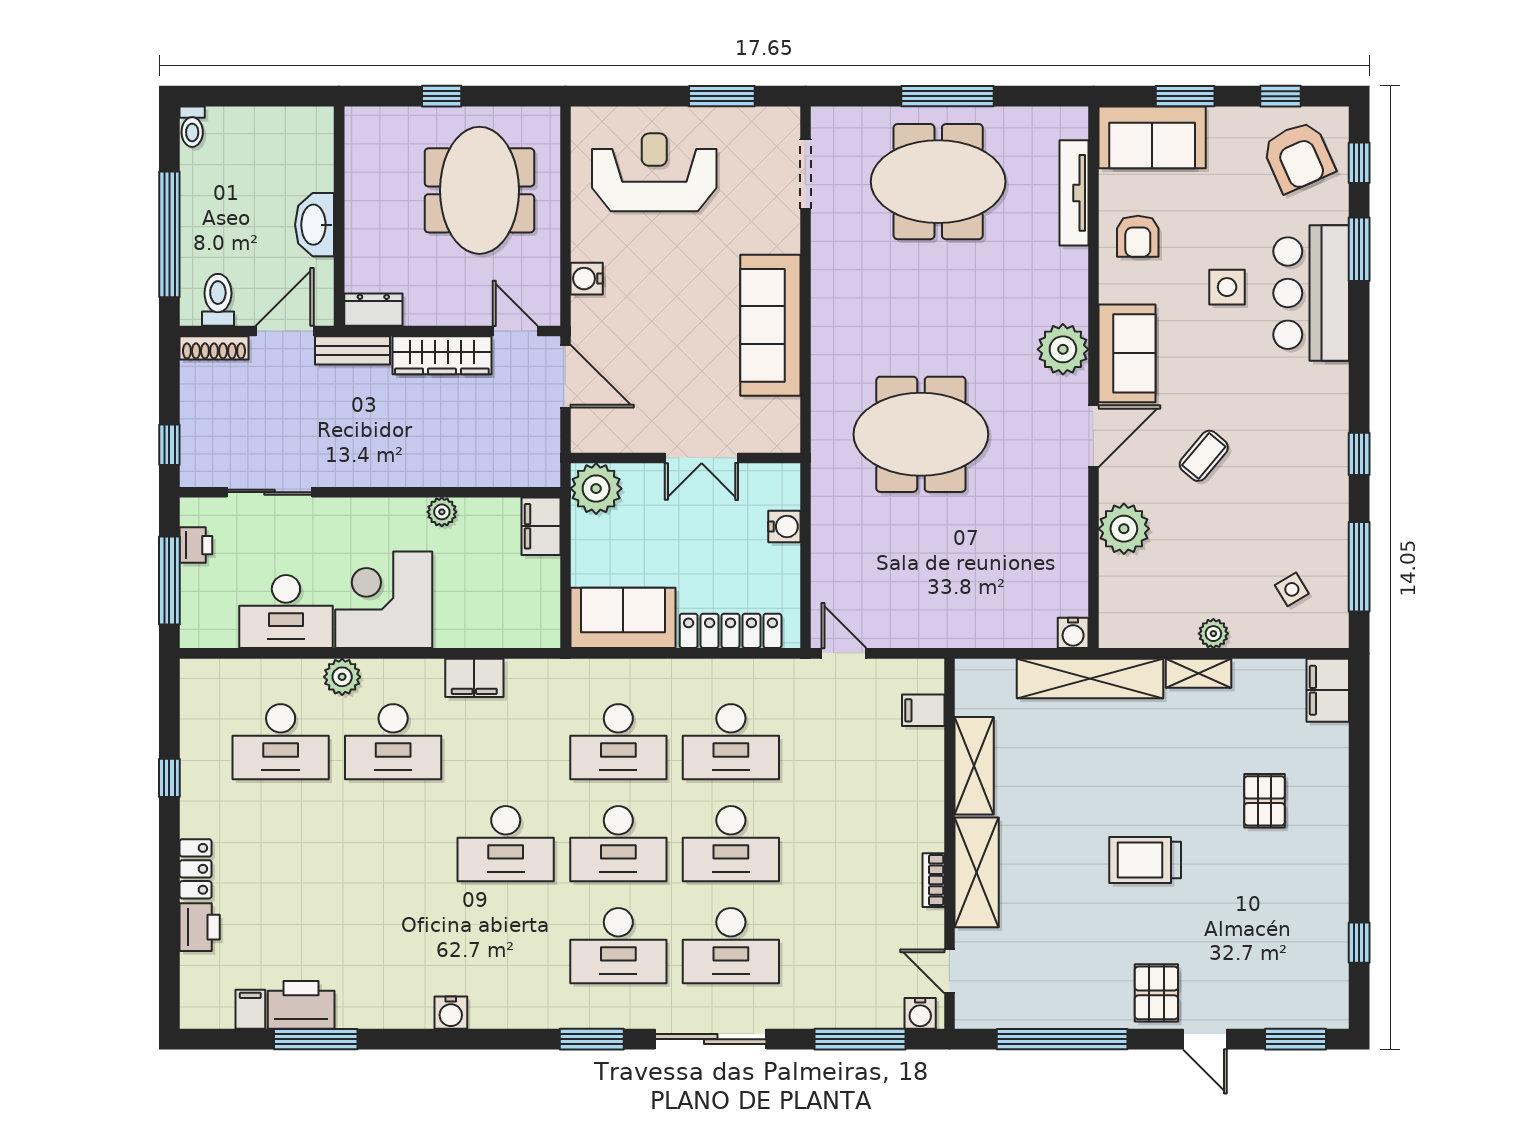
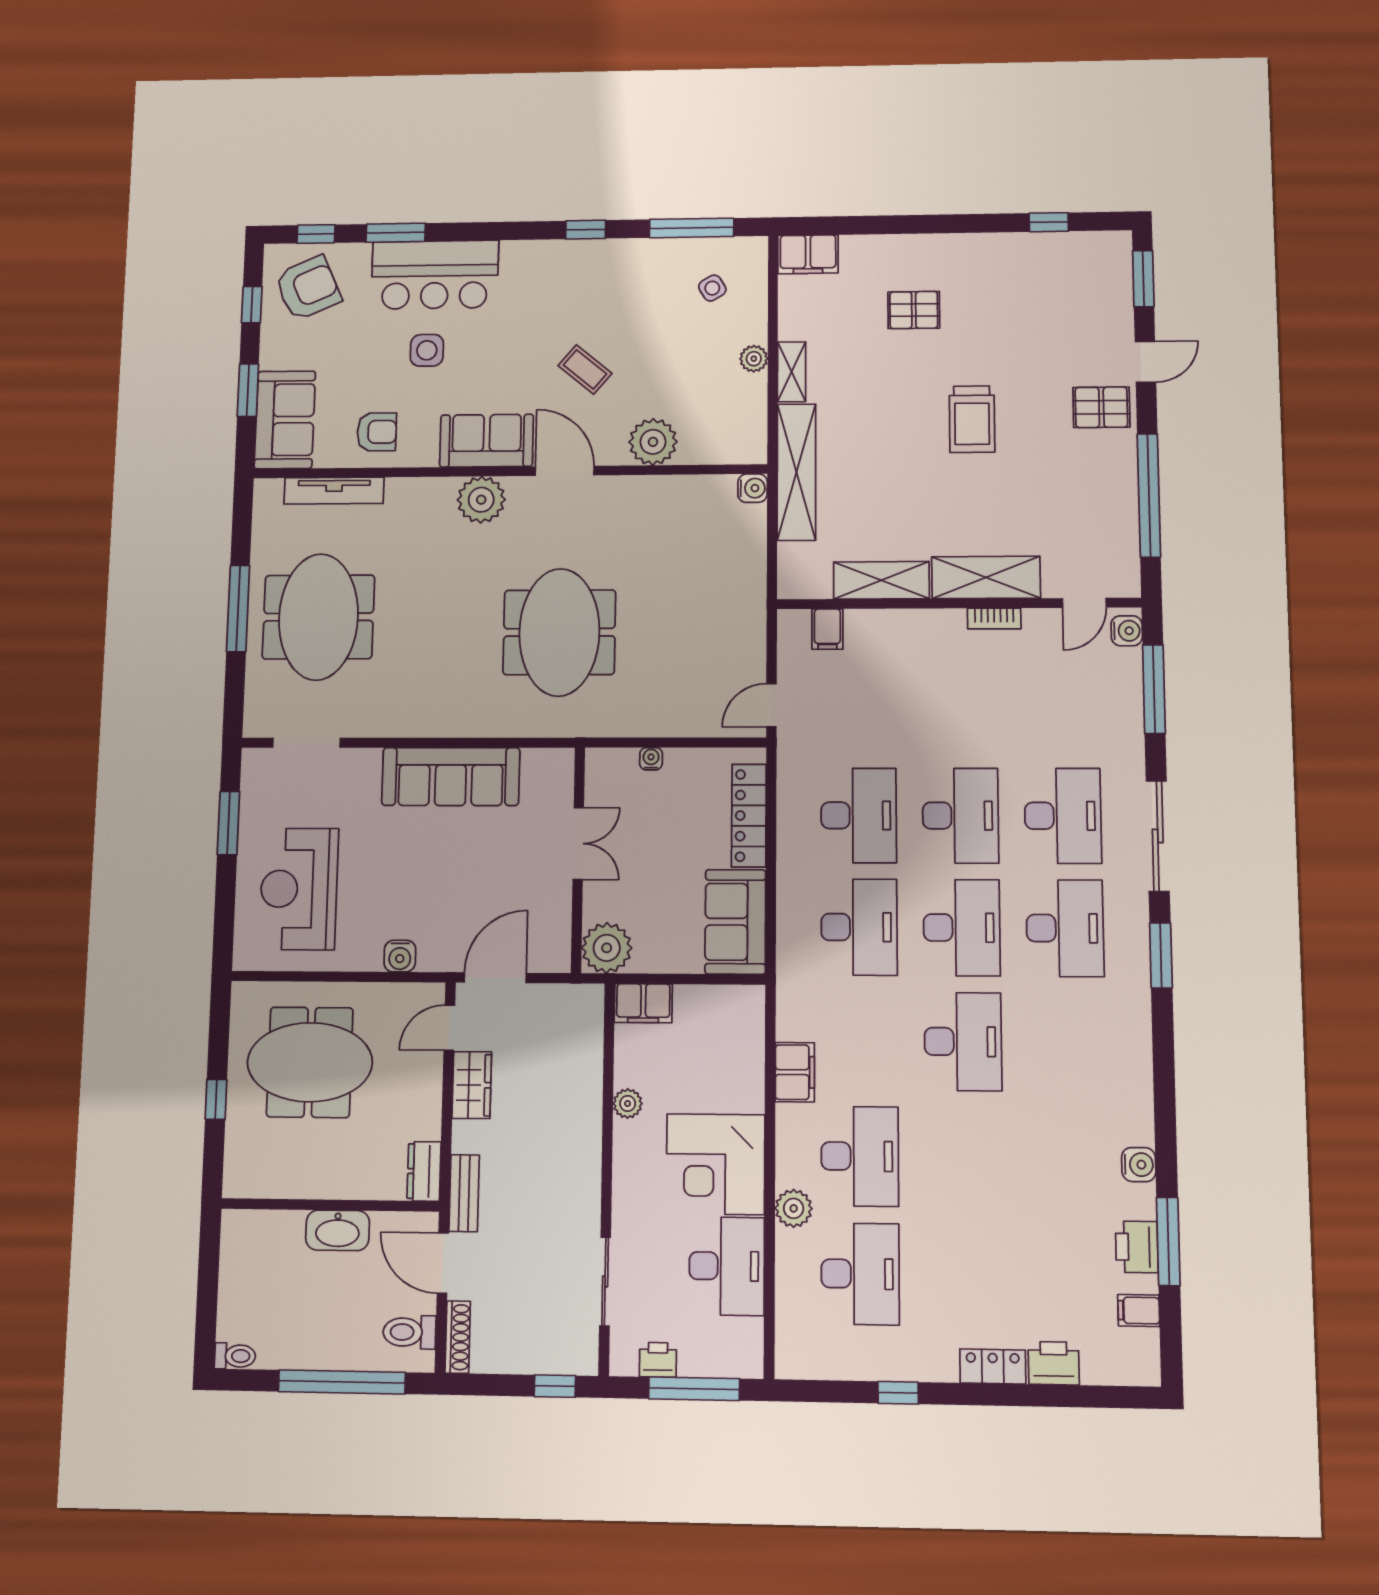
wardrobe: (442, 355) -> (472, 1085), width x0.67
water cooler: (784, 526) -> (651, 759), width x0.72, depth x0.72
printer: (301, 1005) -> (1137, 1247), width x0.73, depth x0.84
water cooler: (451, 1013) -> (1139, 1165), moved

